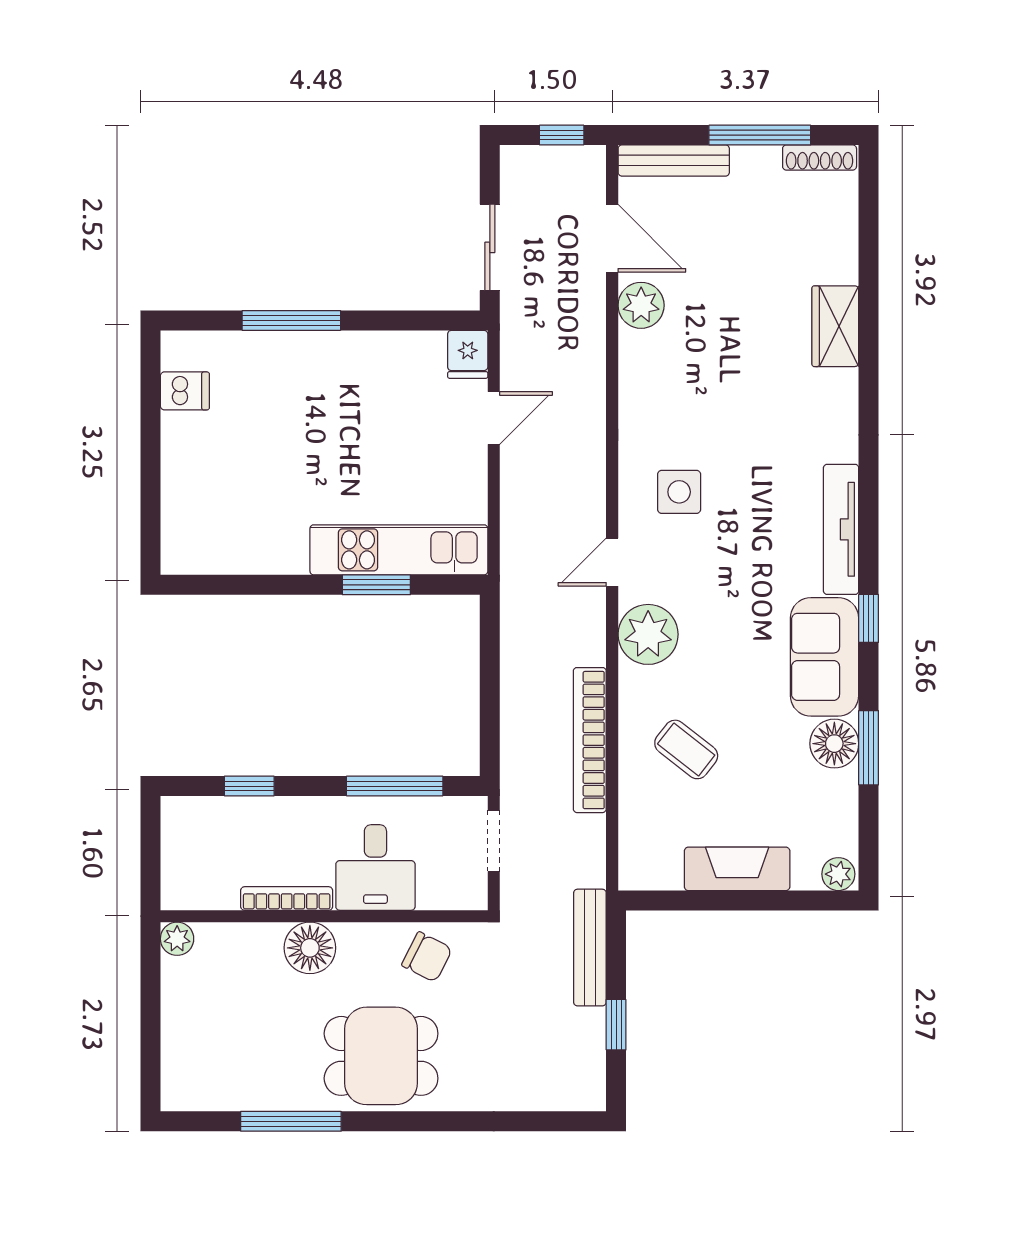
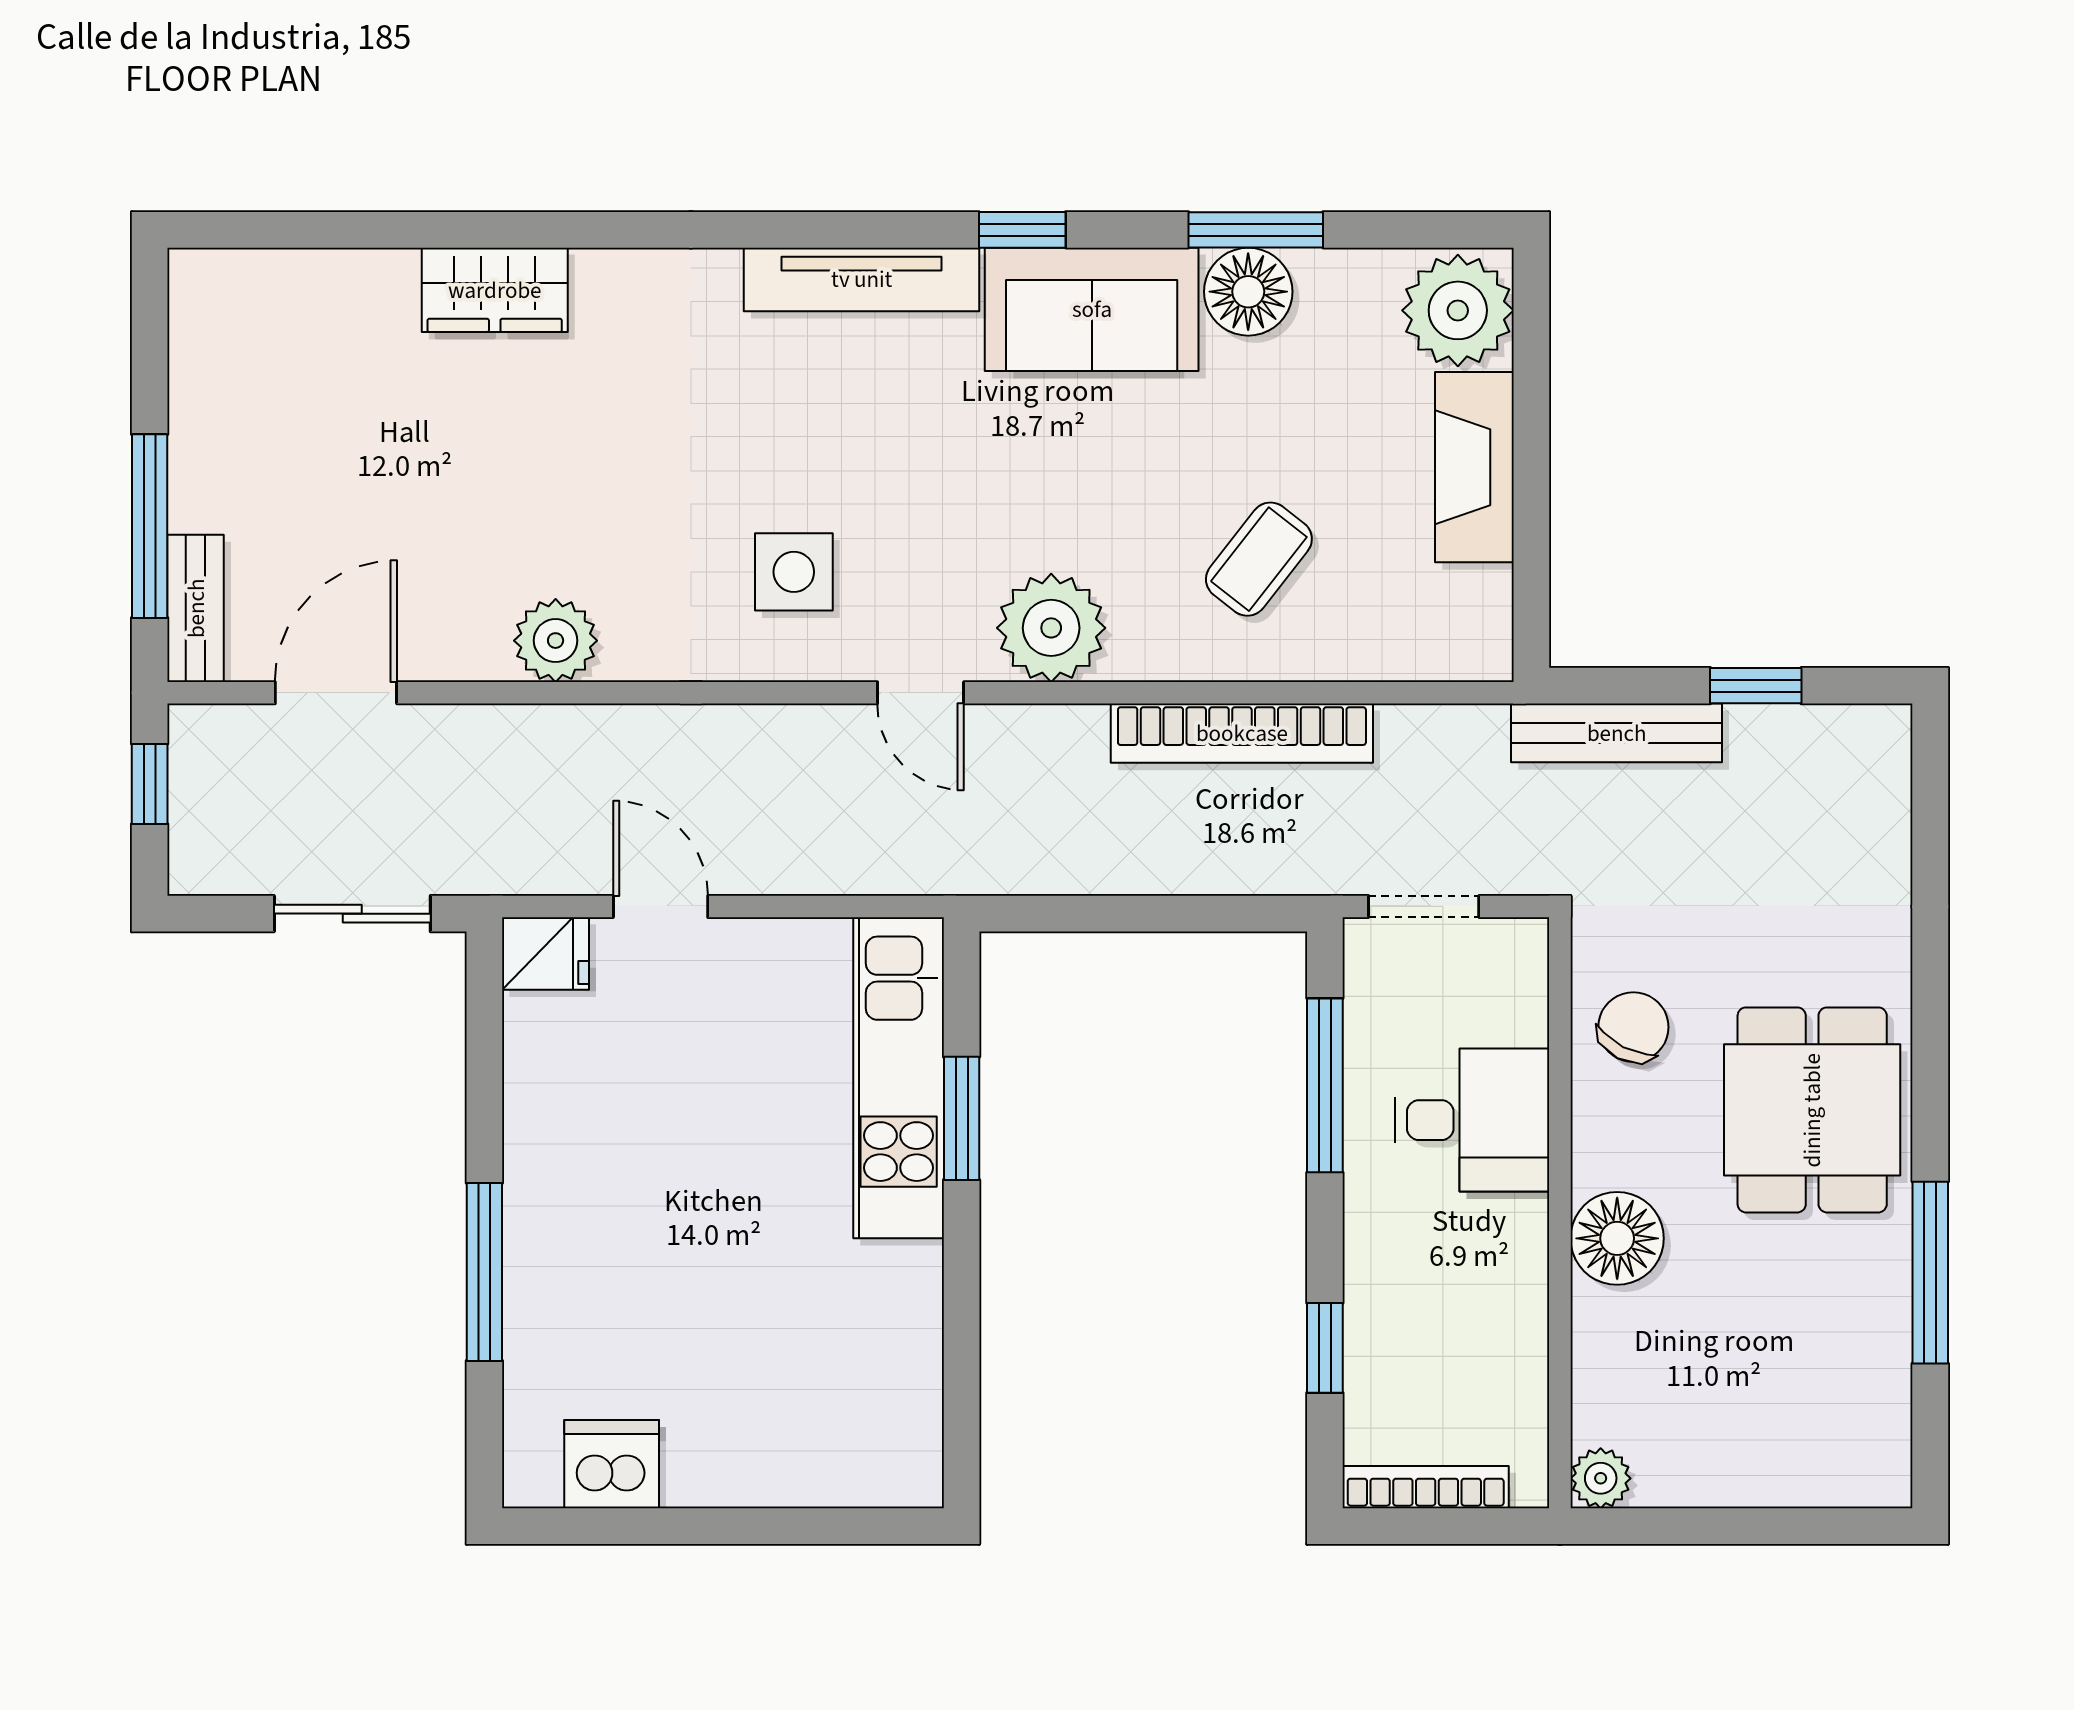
window: (760, 135) -> (150, 526), moved
shoe rack: (820, 157) -> (190, 318), removed
bench: (674, 160) -> (196, 608), width x0.73
plant: (641, 305) -> (556, 641), moved
dishwasher: (185, 391) -> (612, 1464), width x1.38
plant: (838, 874) -> (1458, 310), width x1.88, depth x1.88
bookcase: (287, 899) -> (1426, 1487), moved, turned 90

